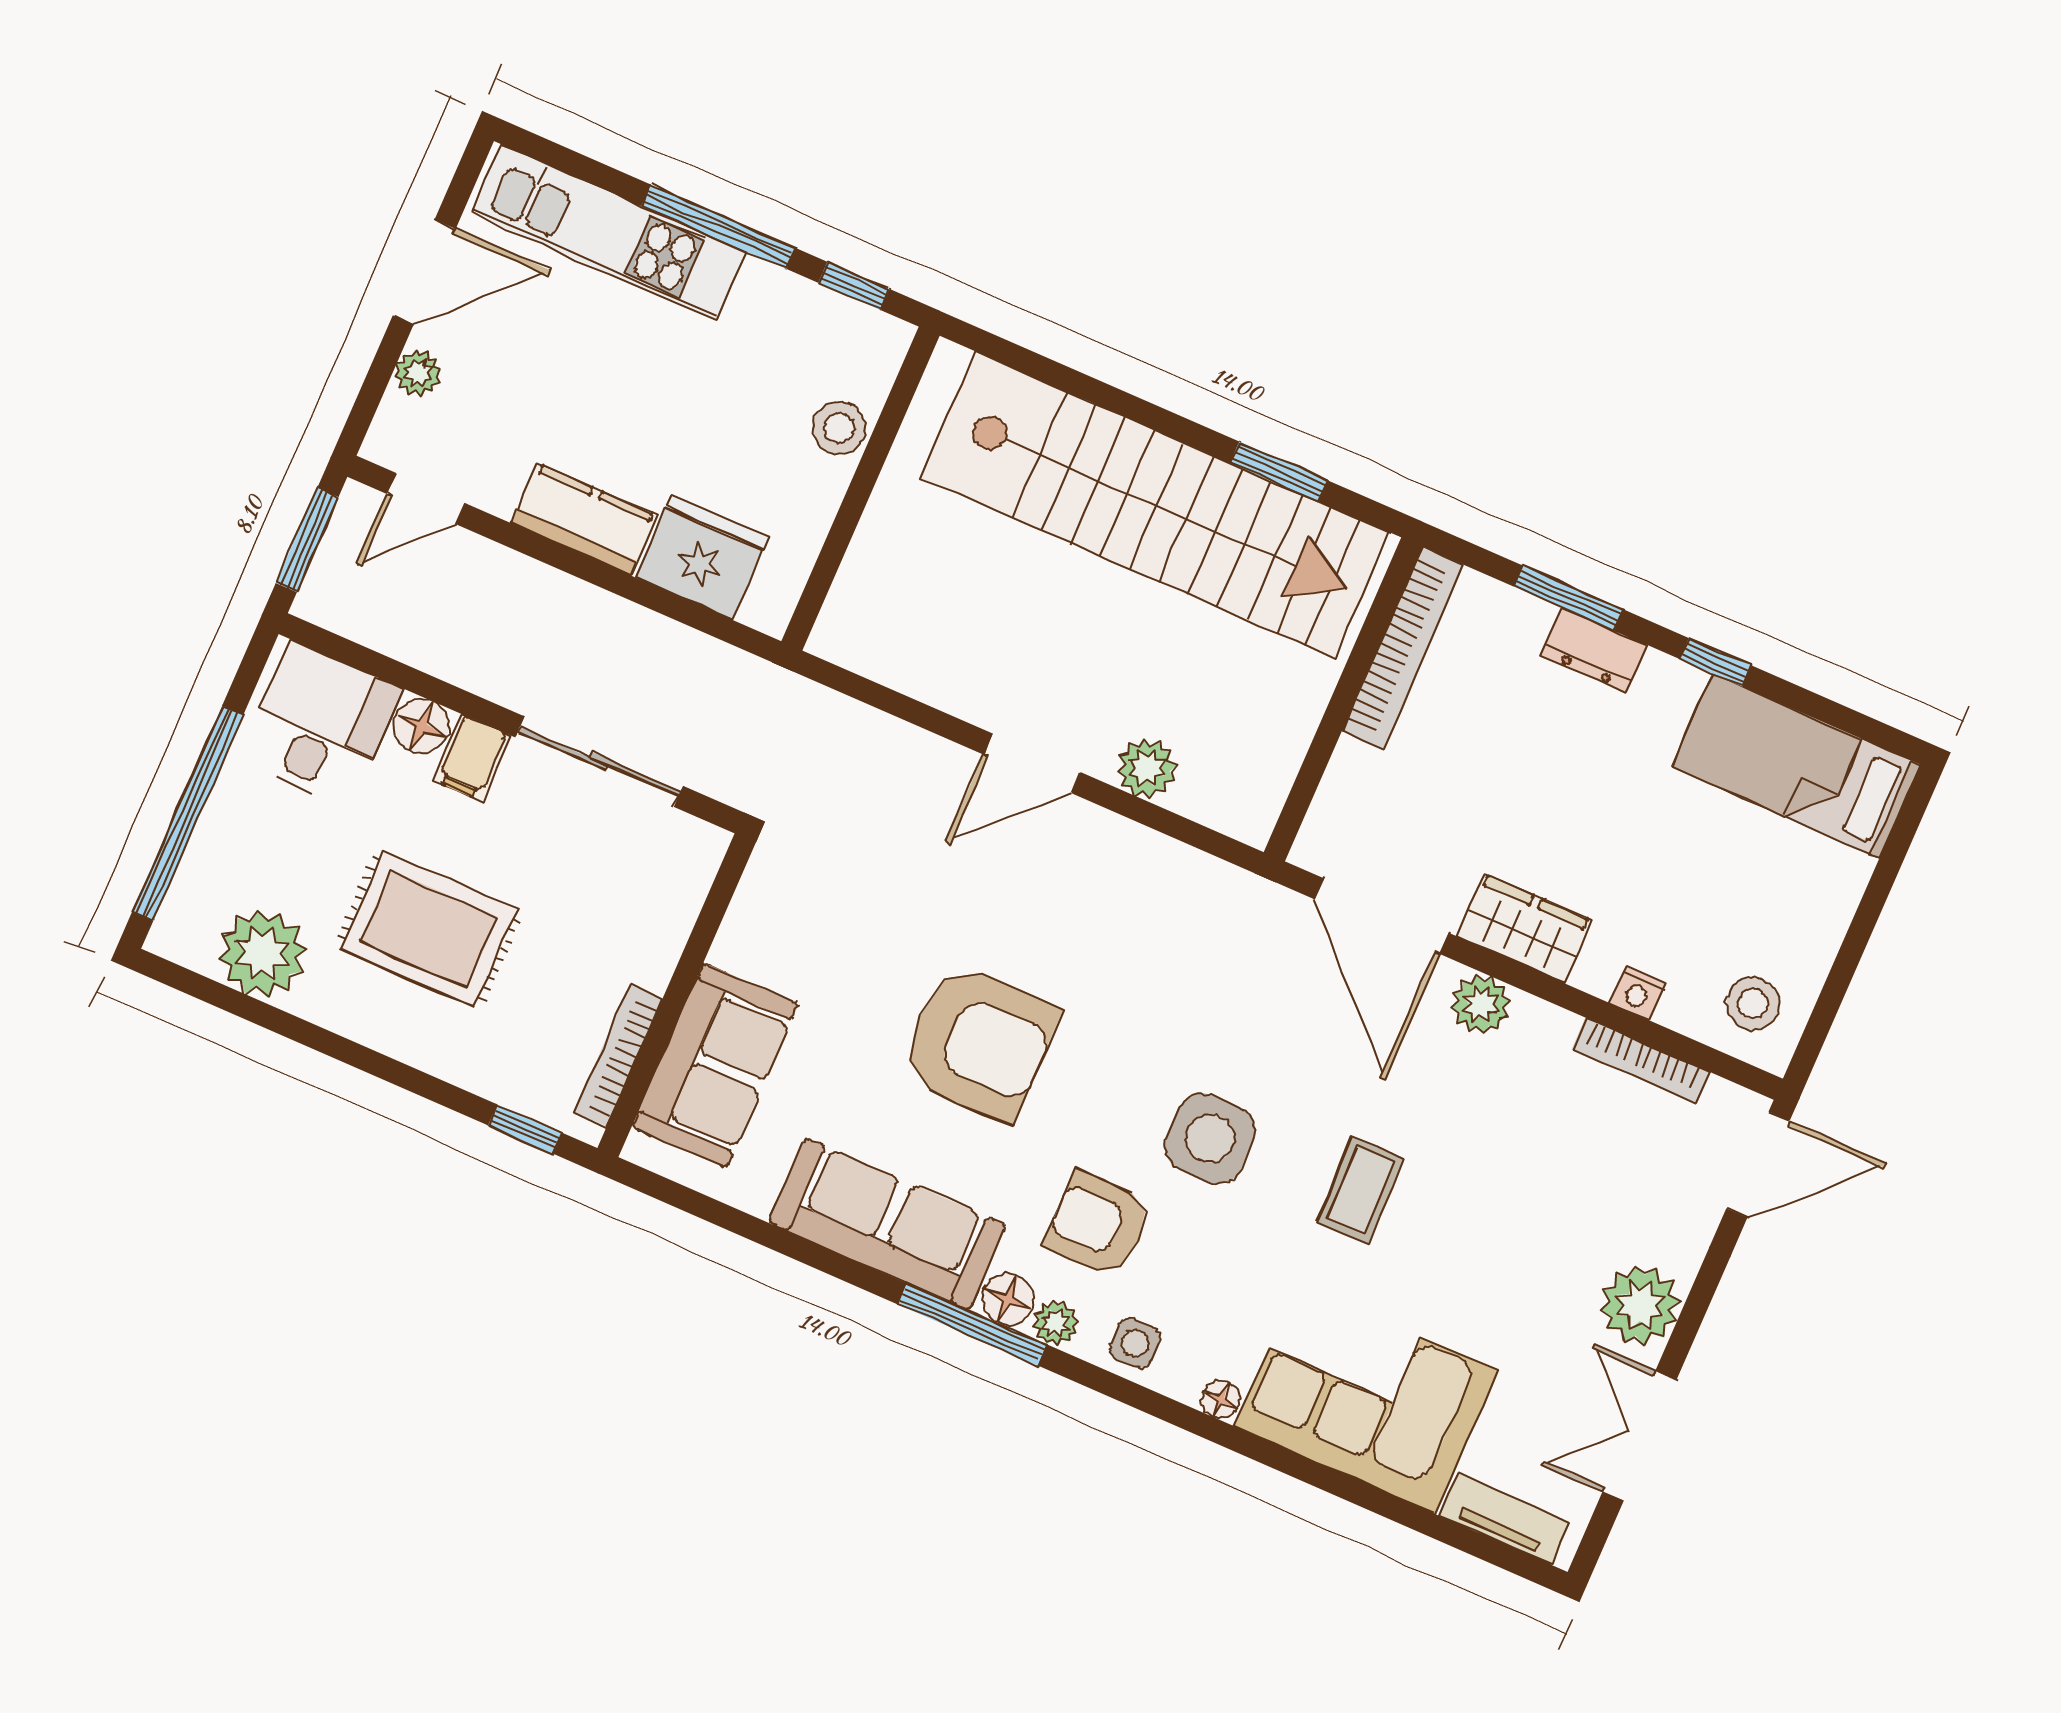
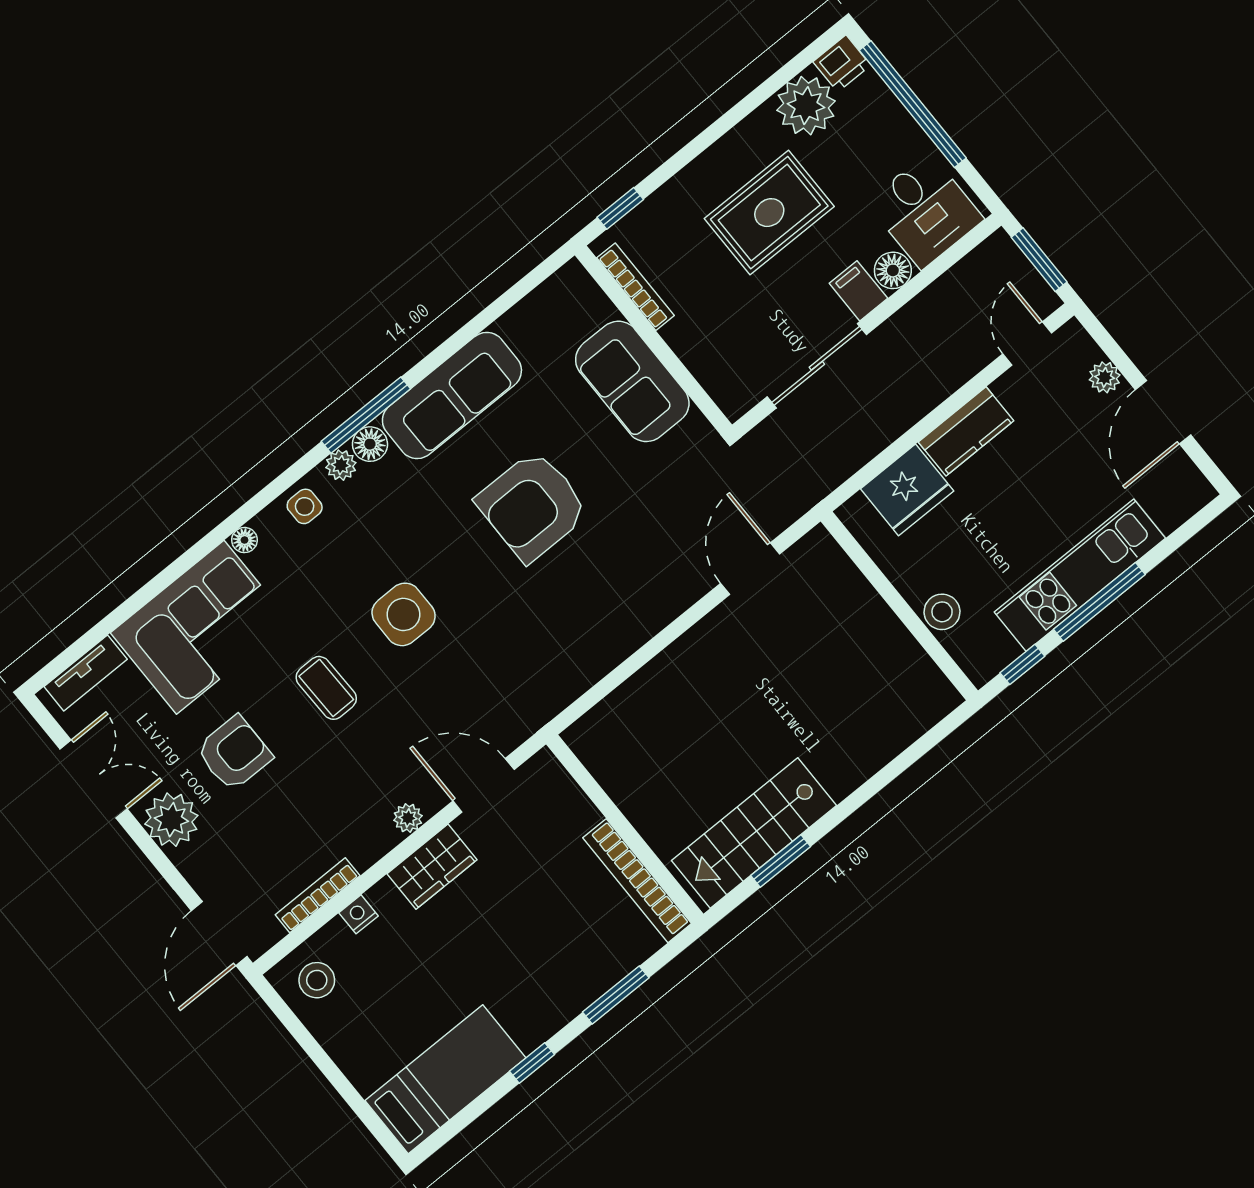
kitchen unit: (608, 232) -> (1080, 575), moved
stairs: (1155, 505) -> (754, 833), width x0.54, depth x0.66
dresser: (1594, 651) -> (576, 994), removed
door: (1032, 763) -> (750, 569), moved
plant: (1147, 768) -> (644, 691), removed
door: (1382, 916) -> (484, 785), width x0.73
printer: (182, 935) -> (842, 63), added
plant: (1481, 1004) -> (408, 818), width x0.73, depth x0.73
sofa: (715, 1065) -> (632, 381), moved
armchair: (1098, 1224) -> (234, 753), moved

